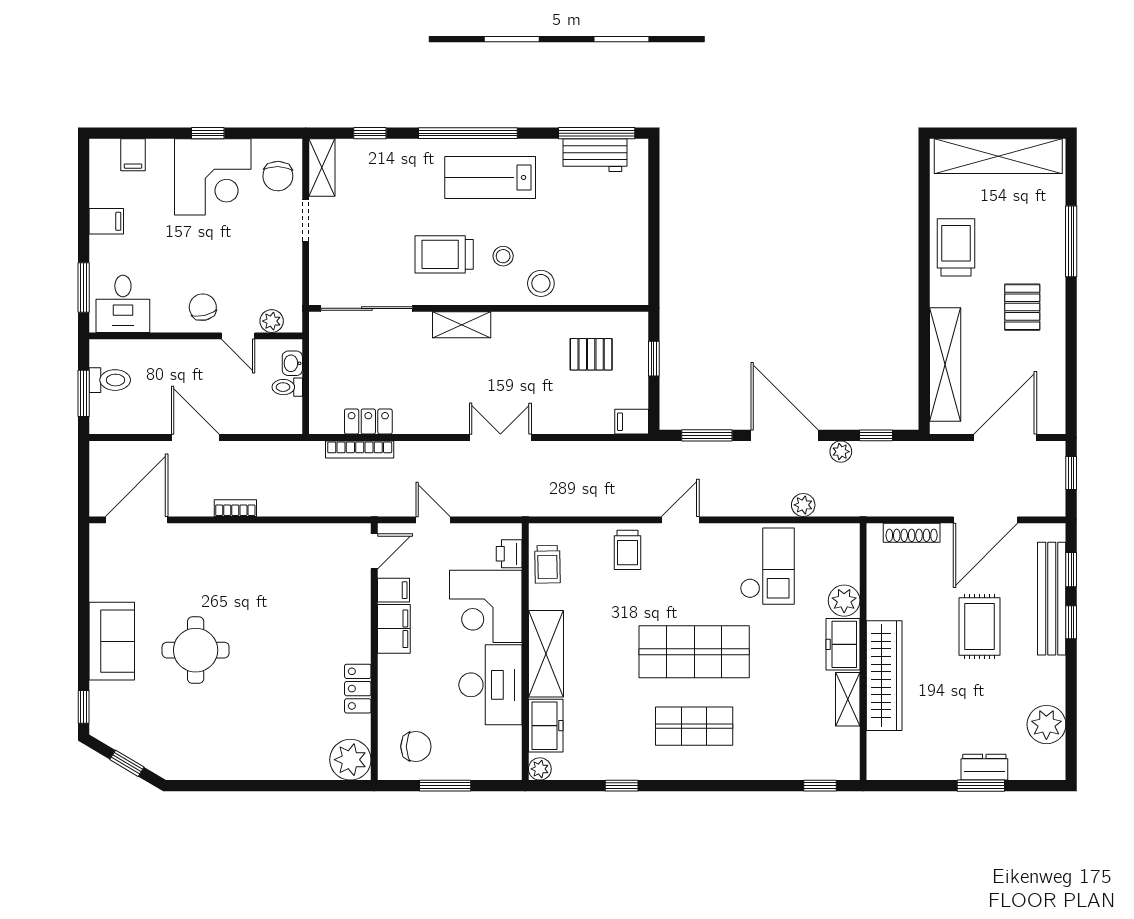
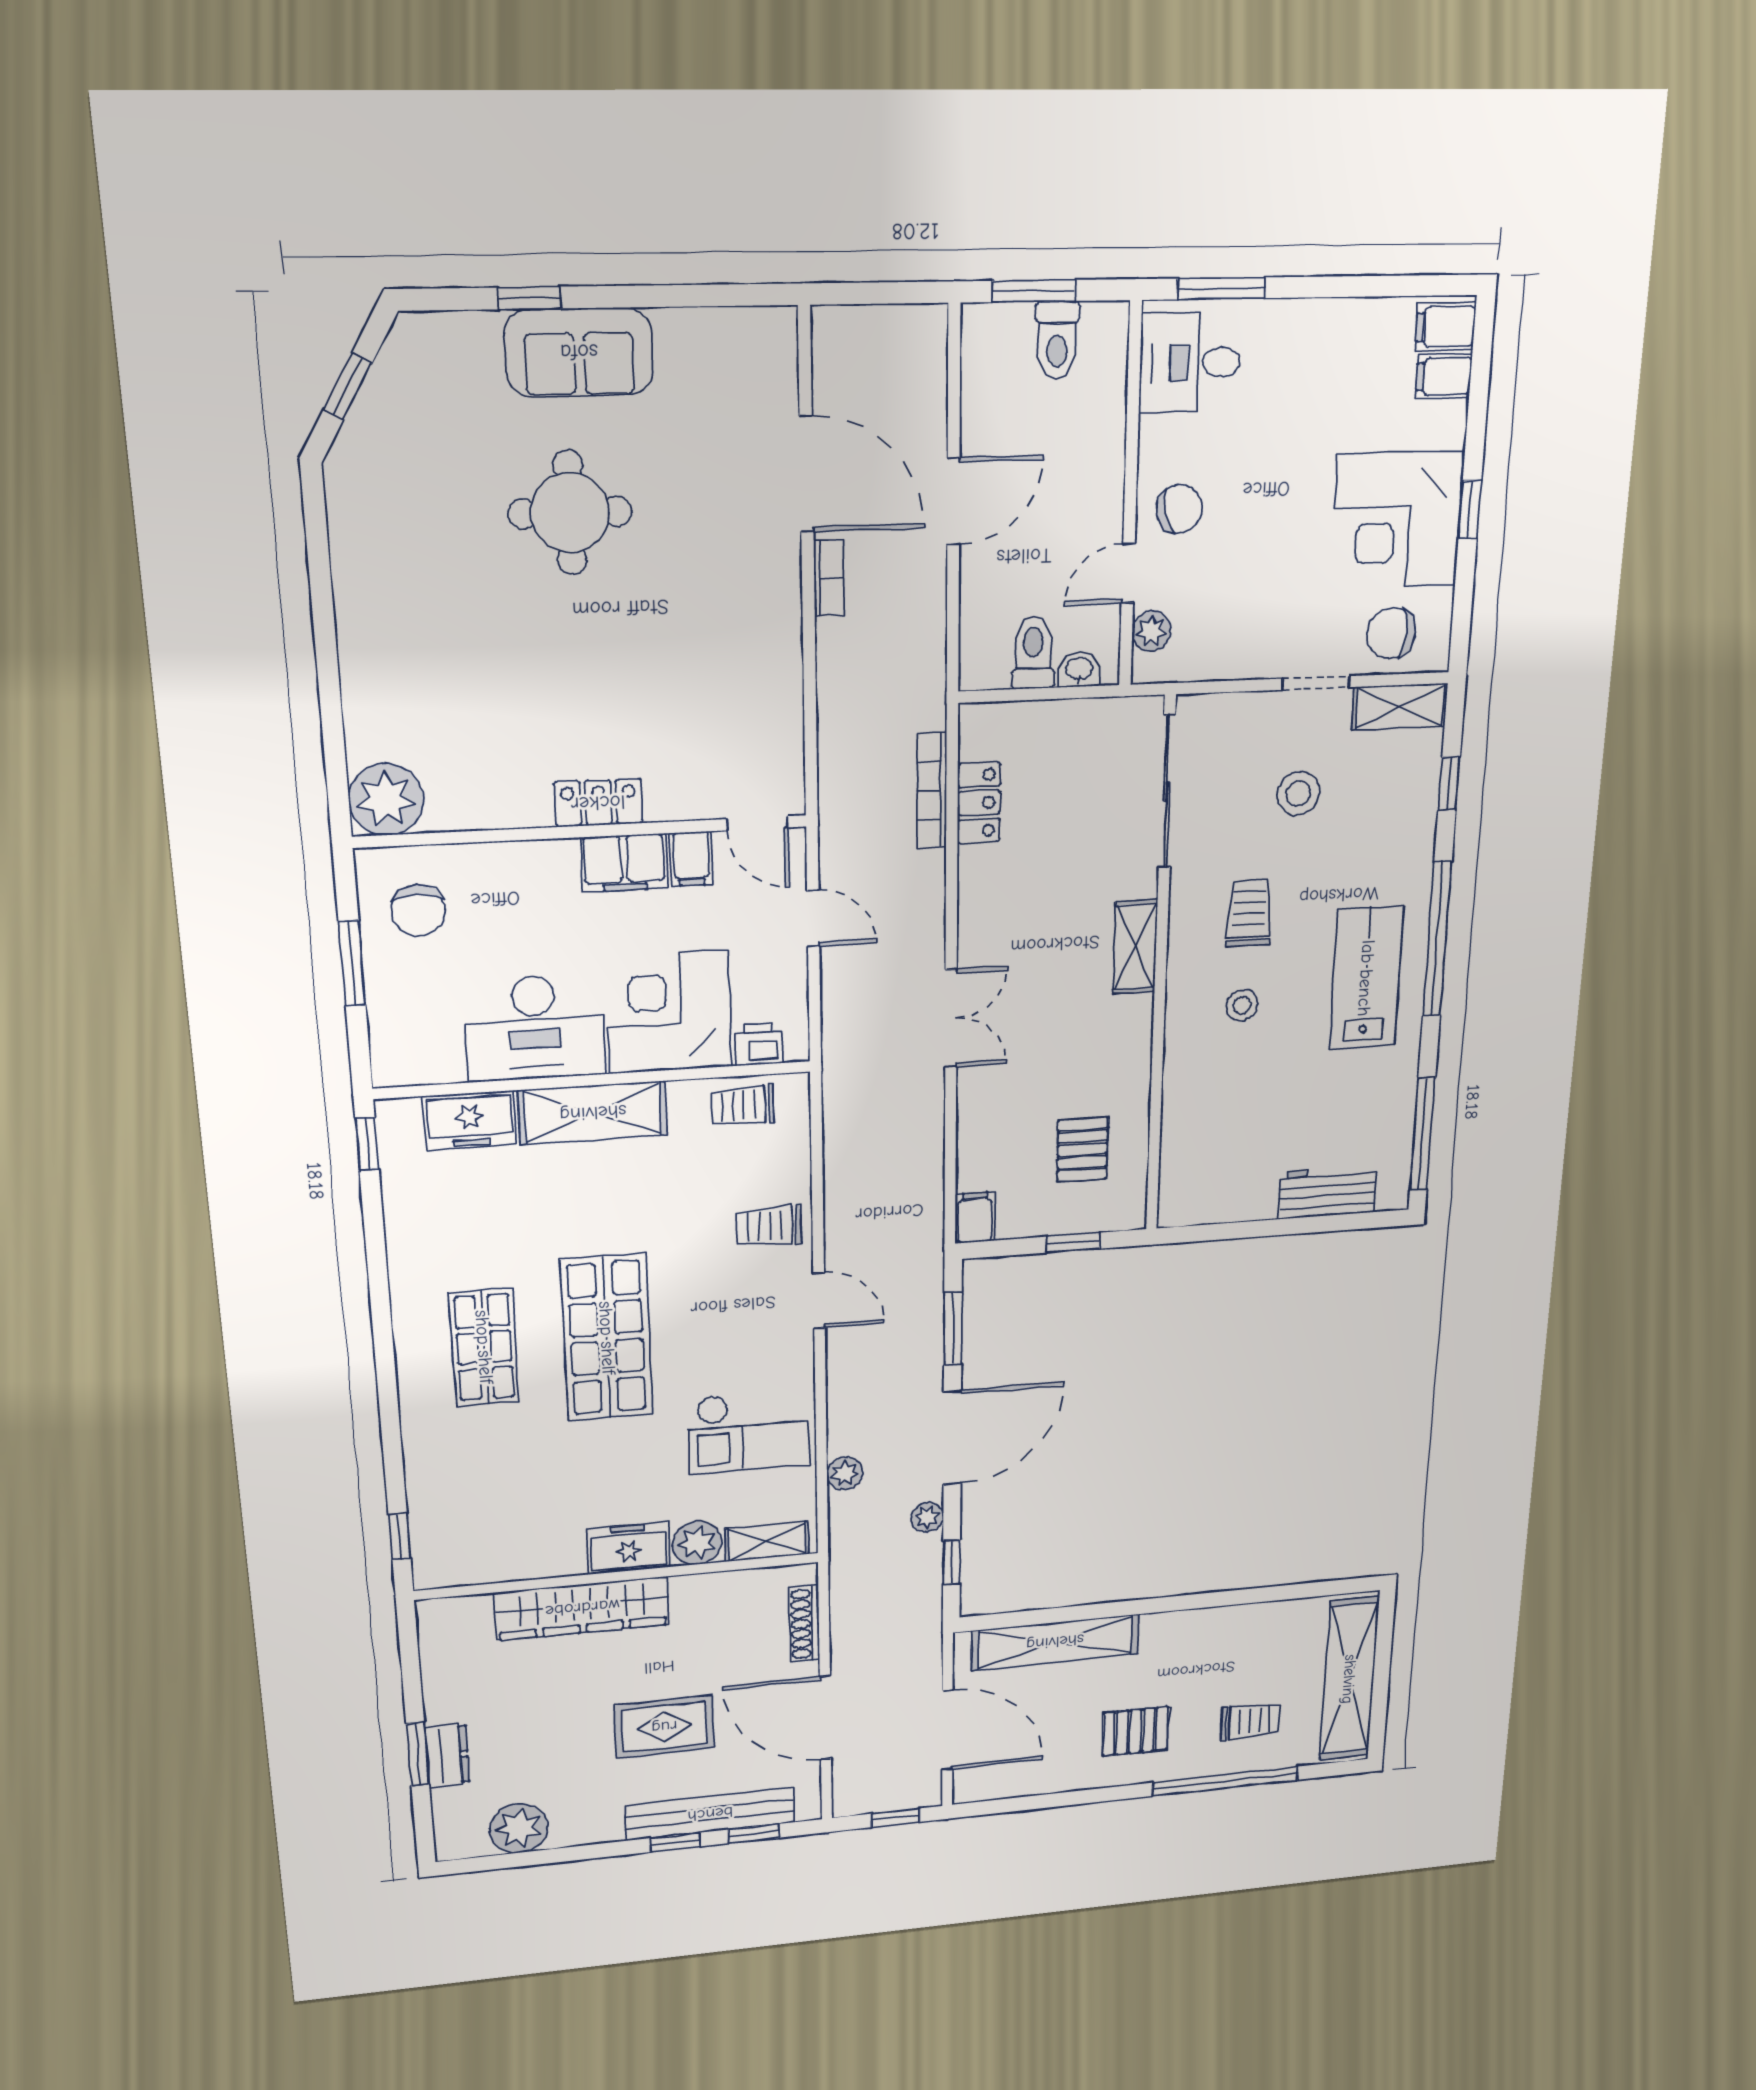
workbench: (595, 155) -> (1327, 1192), moved, turned 90
filing cabinet: (106, 221) -> (1446, 327), moved, turned 90
window: (1071, 241) -> (1225, 1781), width x1.46
trolley: (956, 247) -> (1250, 1721), moved, width x0.73, depth x0.72
trolley: (444, 254) -> (1249, 913), width x0.73, depth x0.72
stool: (541, 283) -> (1298, 793), moved
toilet: (287, 387) -> (1033, 652), width x1.37, depth x1.39
door: (137, 520) -> (807, 474), moved
door: (433, 520) -> (813, 918), hinge flipped
locker: (358, 689) -> (598, 803), moved
shelving: (848, 699) -> (767, 1541), moved
window: (84, 707) -> (529, 298), moved
plant: (540, 769) -> (394, 1116), removed
window: (622, 786) -> (367, 1144), moved

